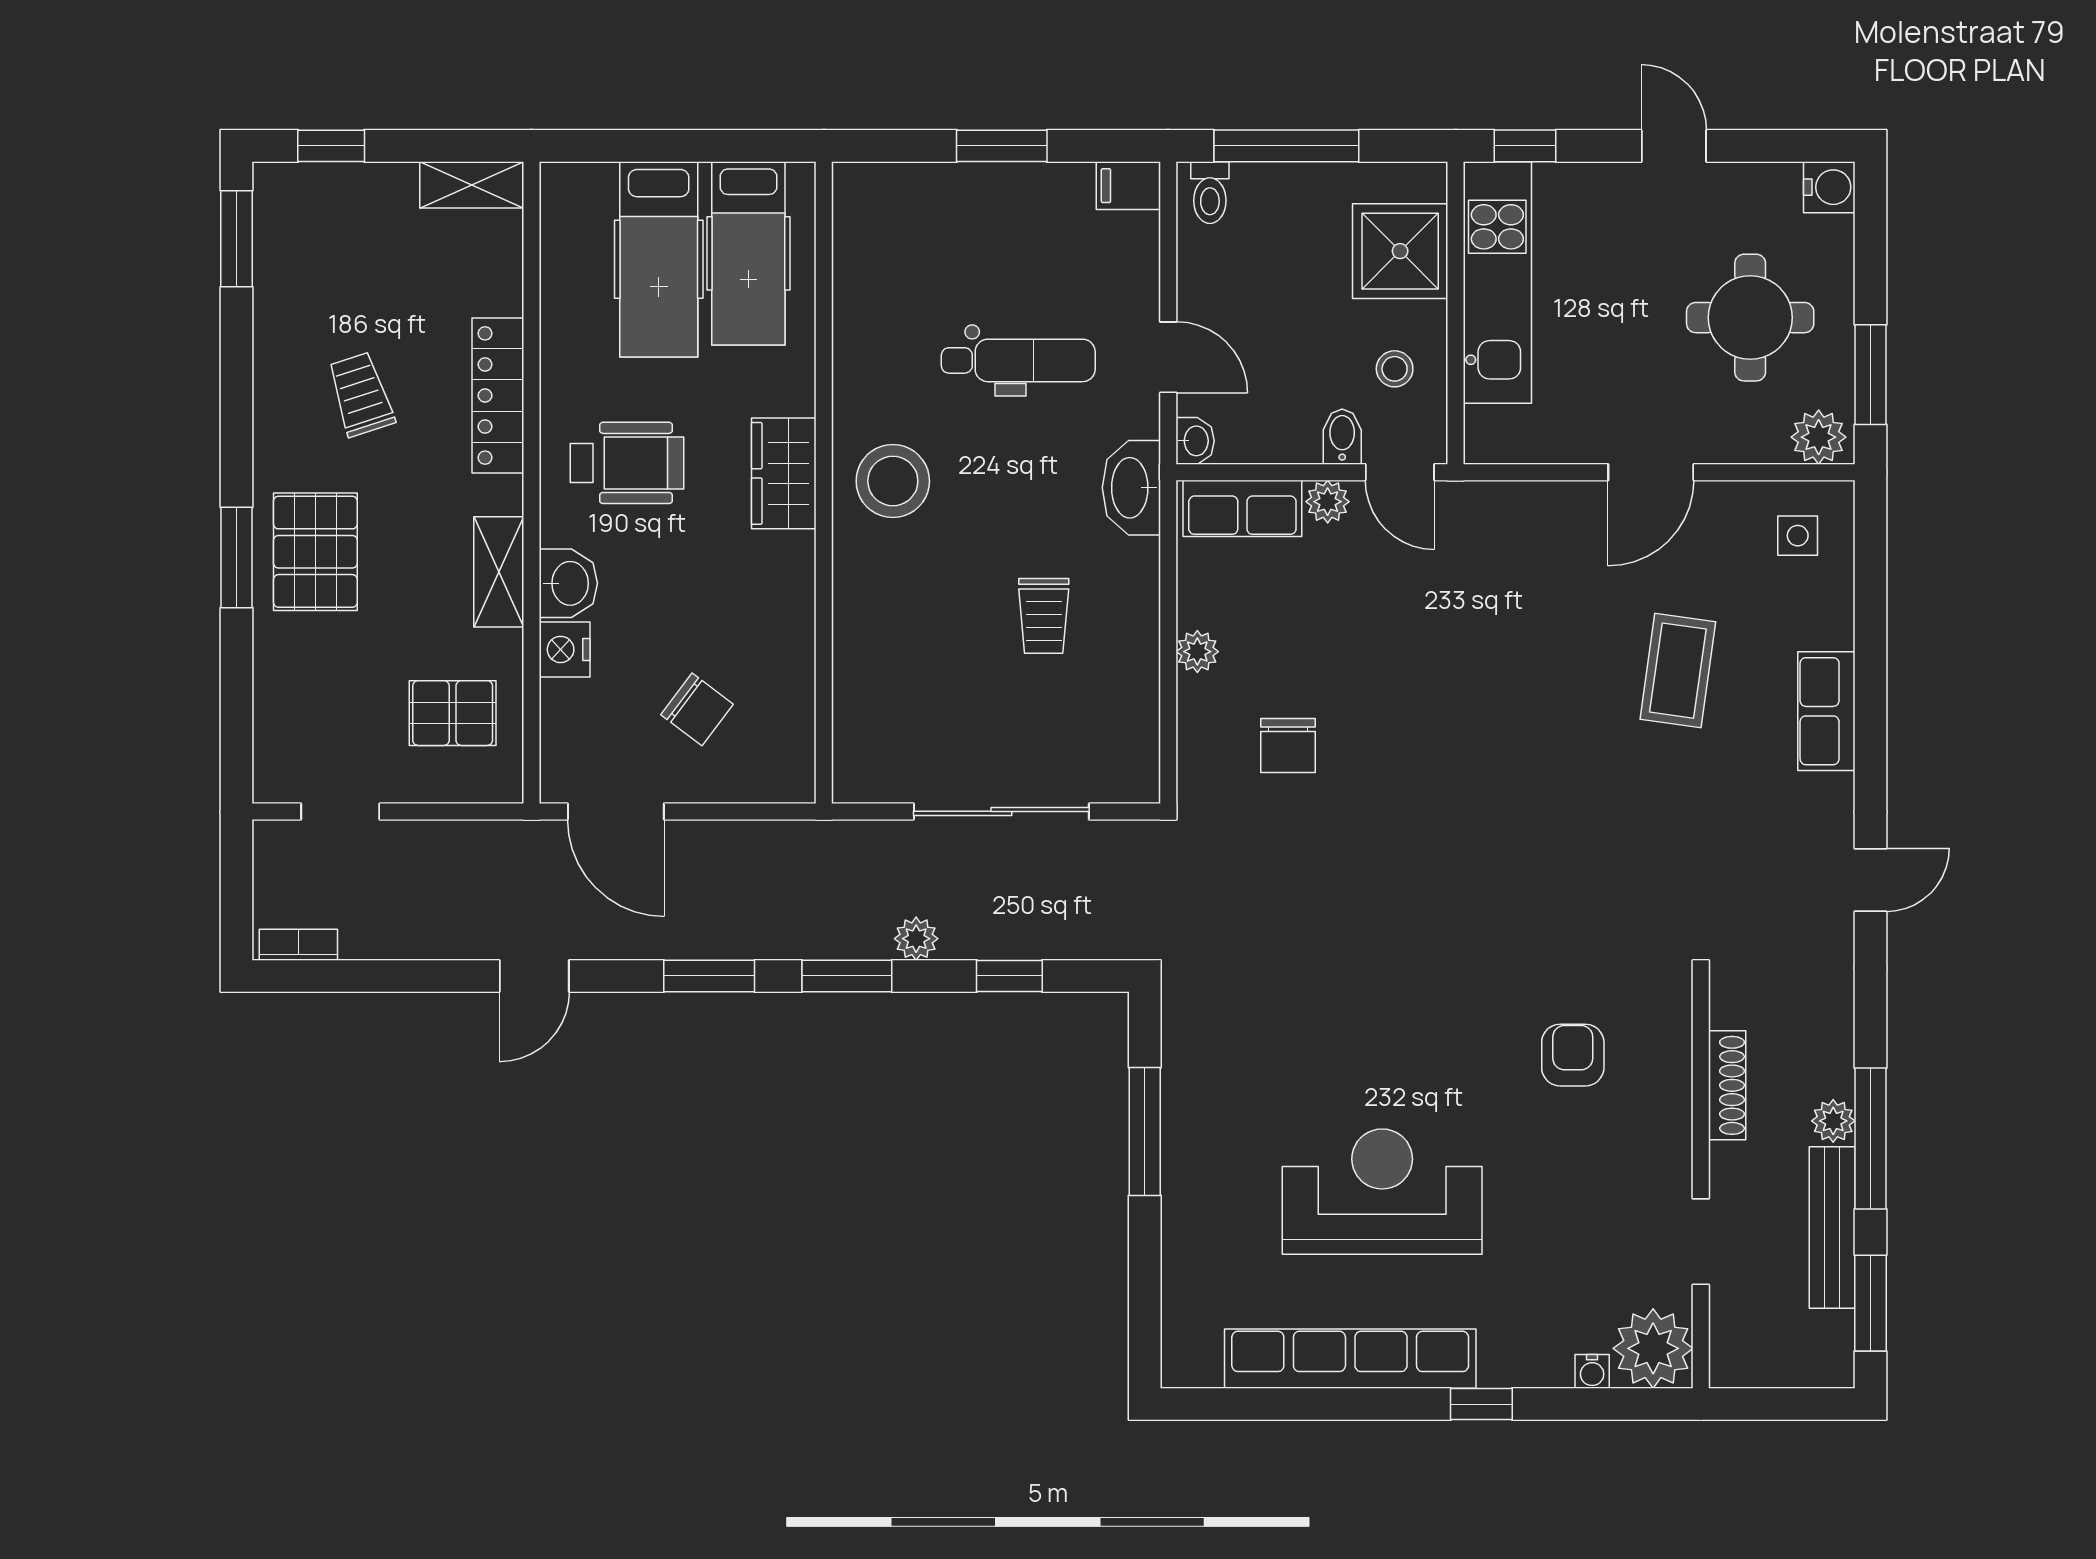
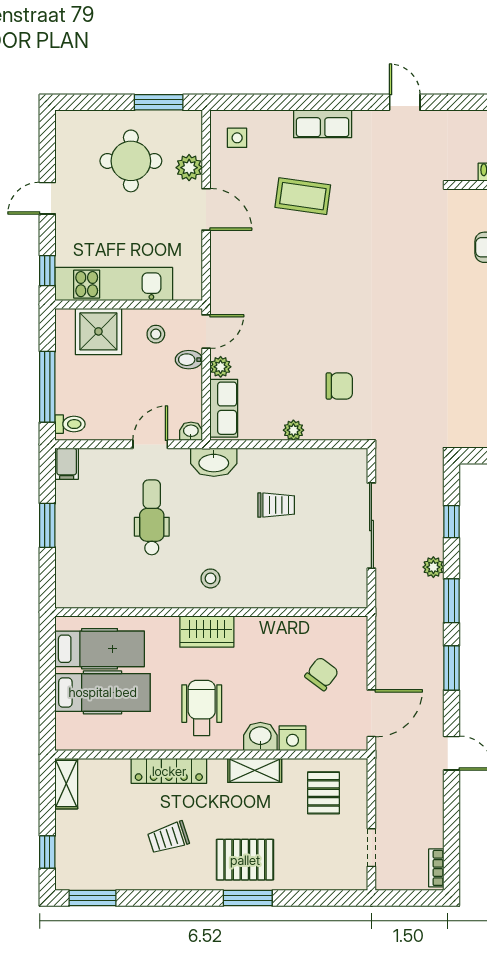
water cooler: (1829, 187) -> (67, 122), removed
plant: (1819, 437) -> (189, 168), moved
stool: (893, 481) -> (210, 578), width x0.53, depth x0.53

